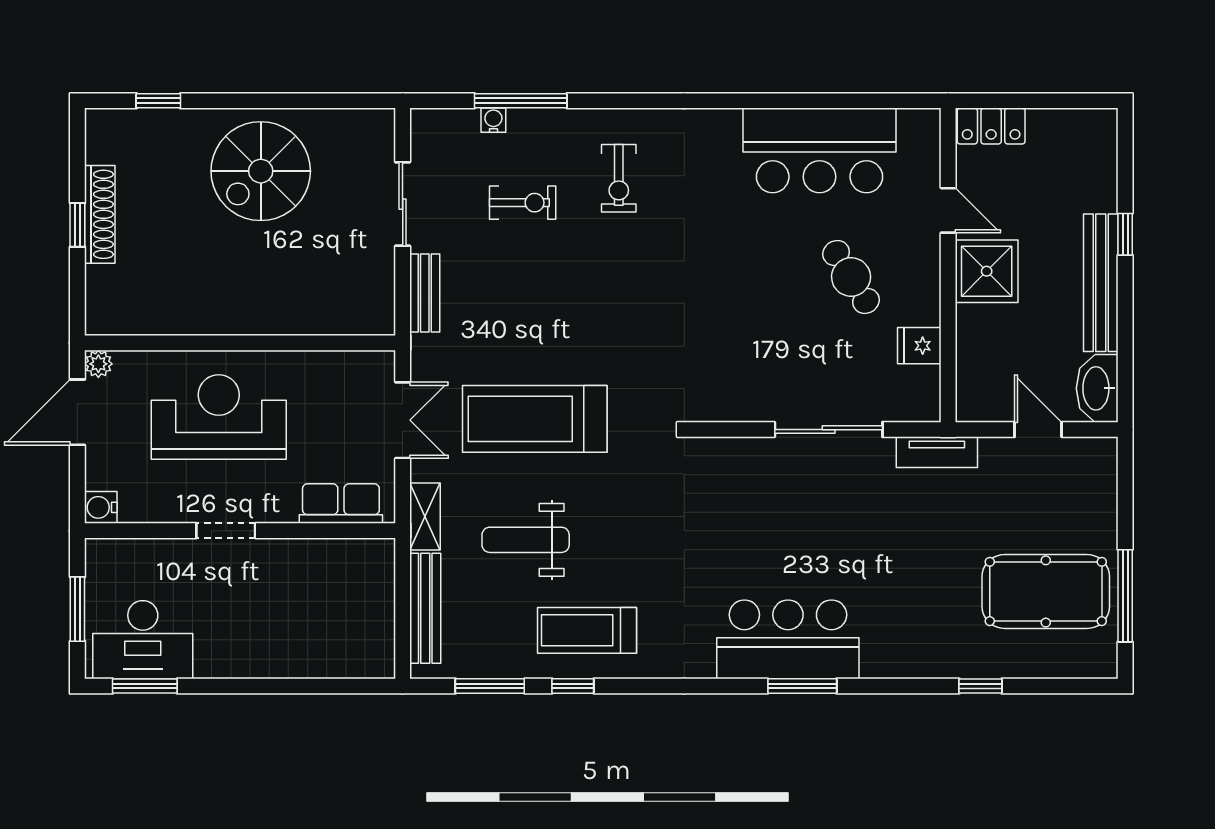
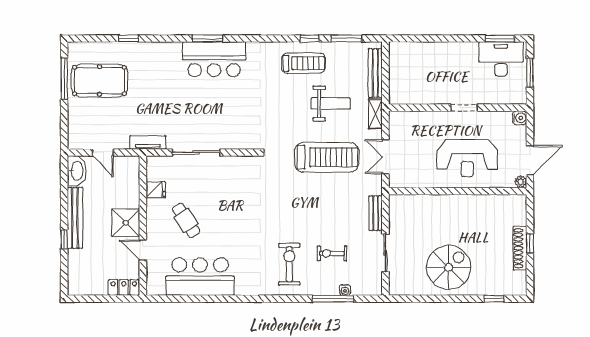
exercise bike: (619, 178) -> (289, 264), width x1.38, depth x1.39
row of seats: (341, 504) -> (413, 120), removed

